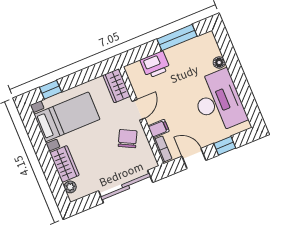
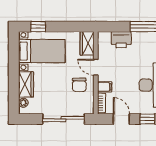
door: (138, 110) -> (96, 67), swing flipped
chair: (128, 139) -> (79, 85), turned 153

